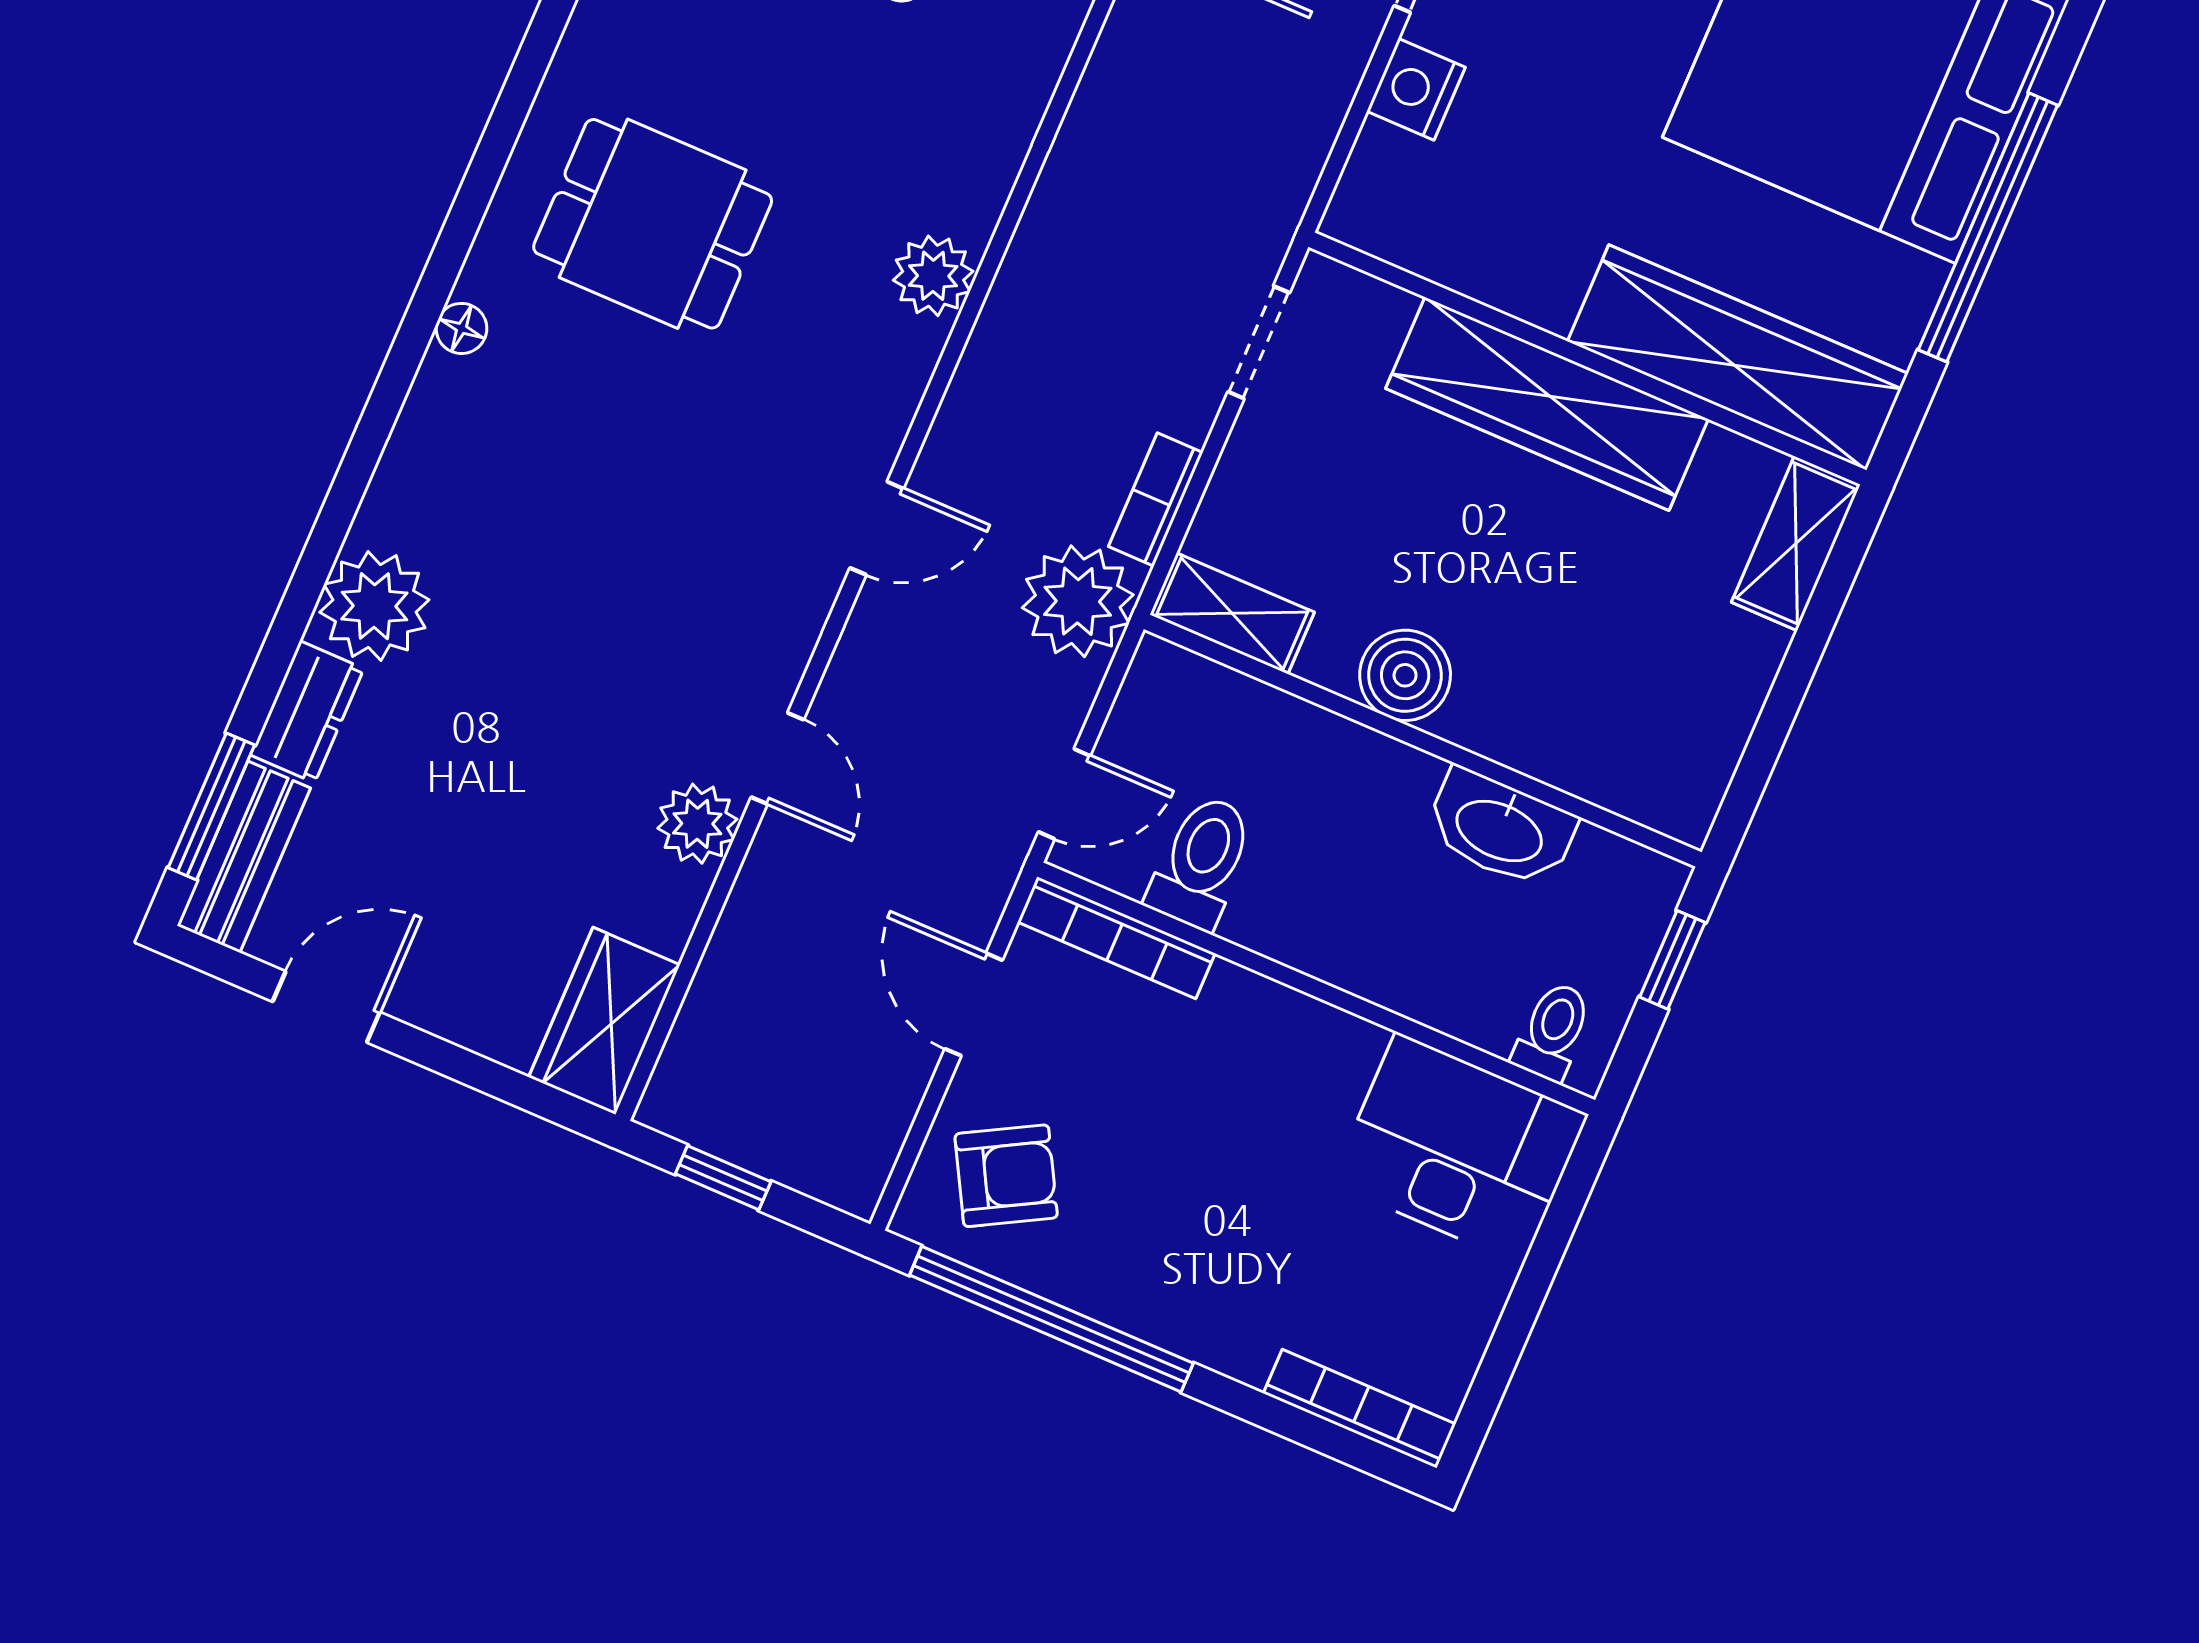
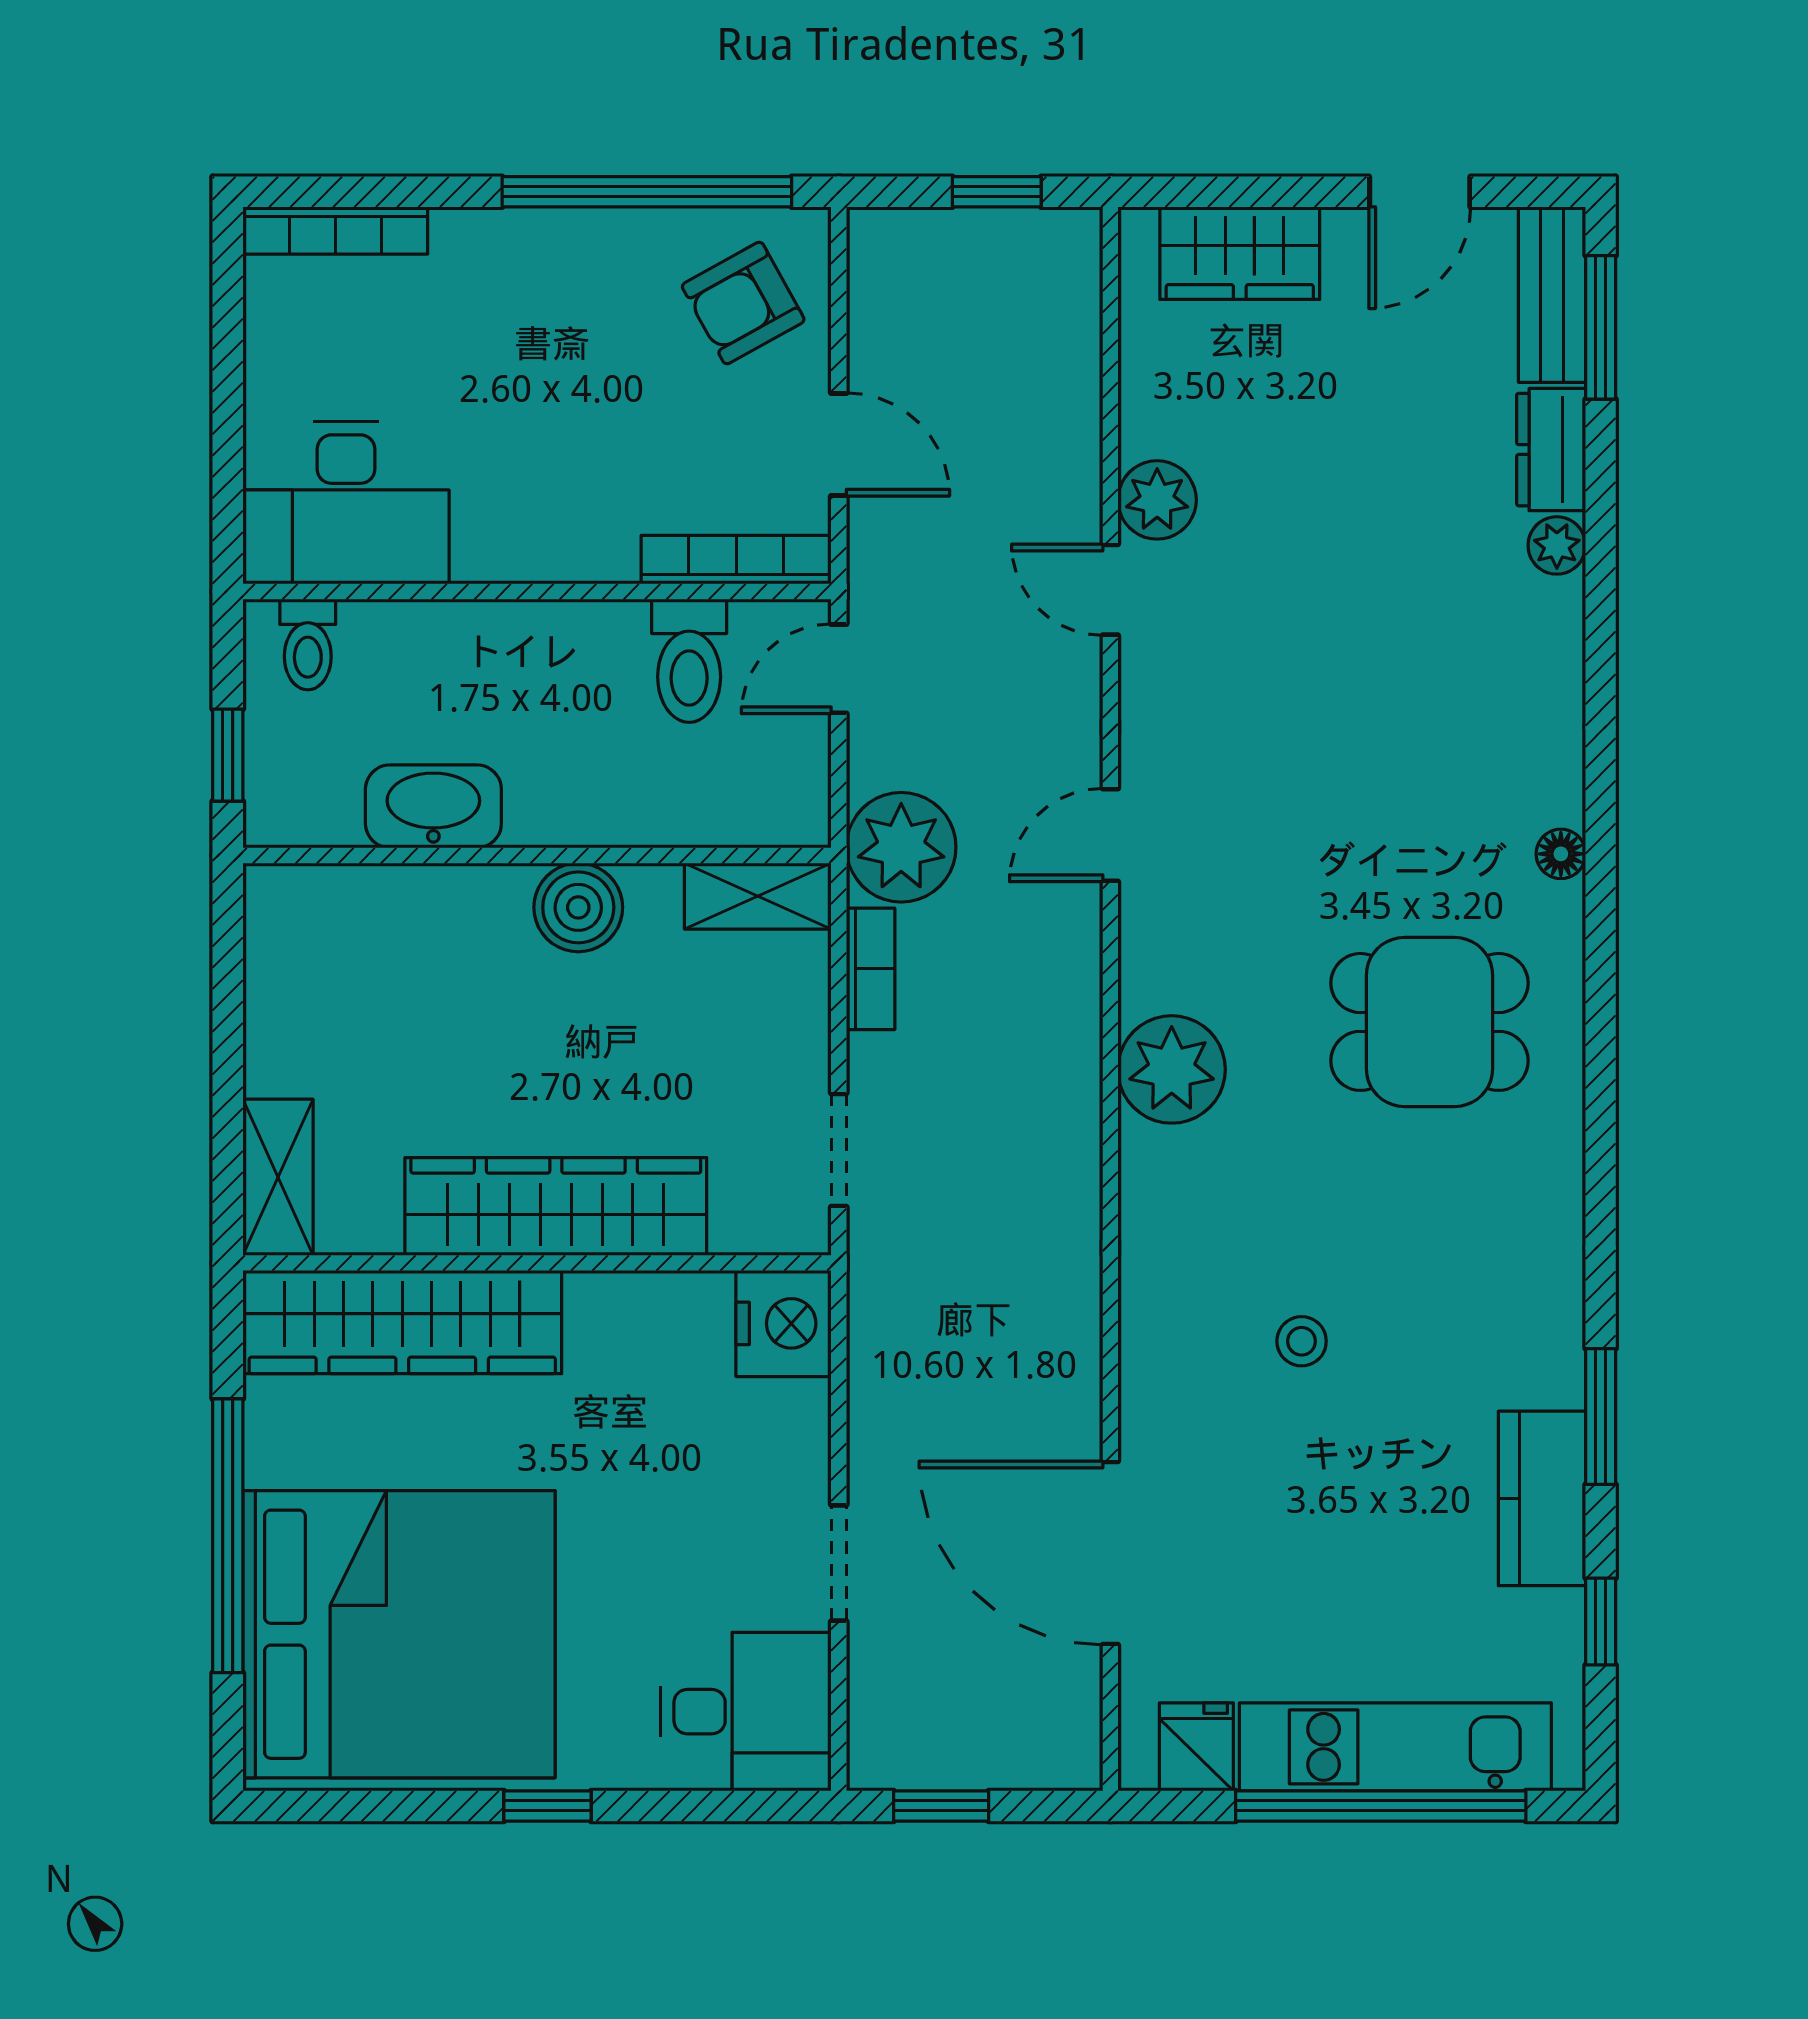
nightstand: (1416, 89) -> (784, 1323), moved, width x1.36, depth x1.33
plant: (933, 276) -> (1172, 1069), width x1.36, depth x1.36
plant: (374, 606) -> (1557, 545), width x0.53, depth x0.53
wardrobe: (604, 1021) -> (1240, 253), moved, turned 90

